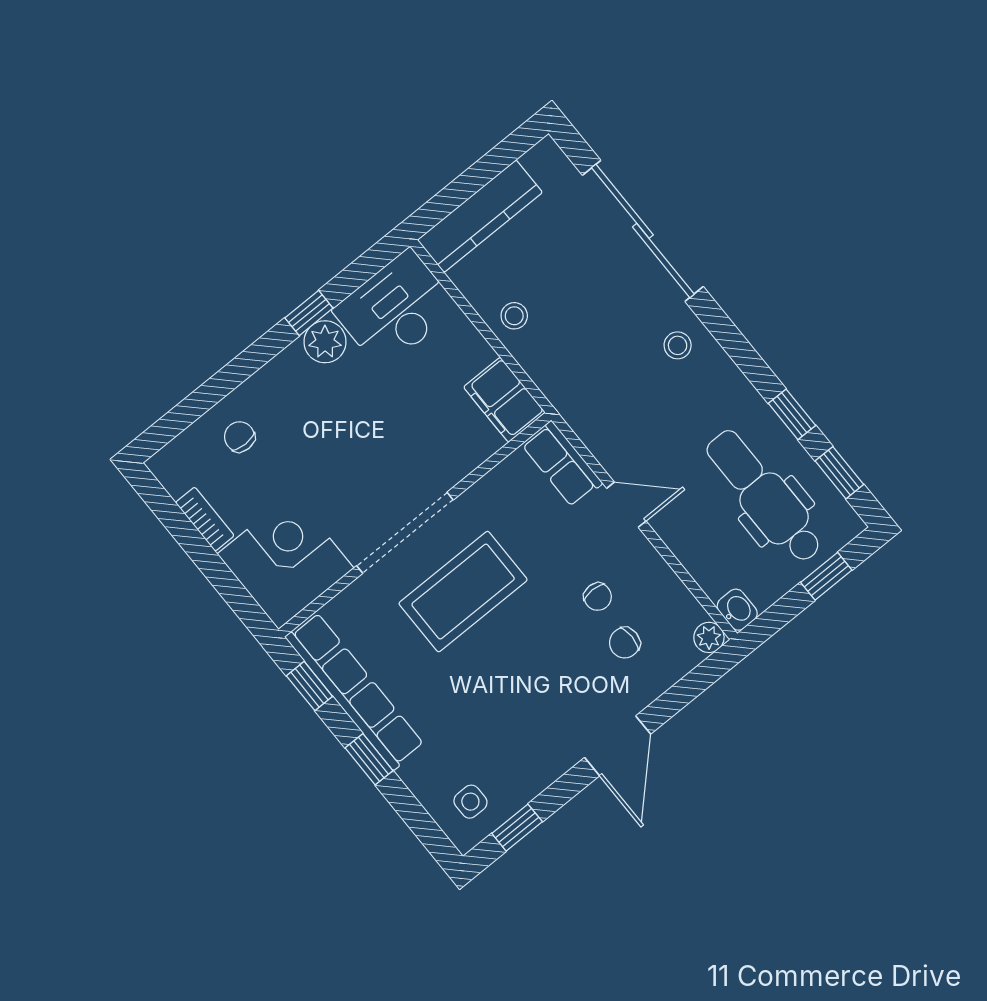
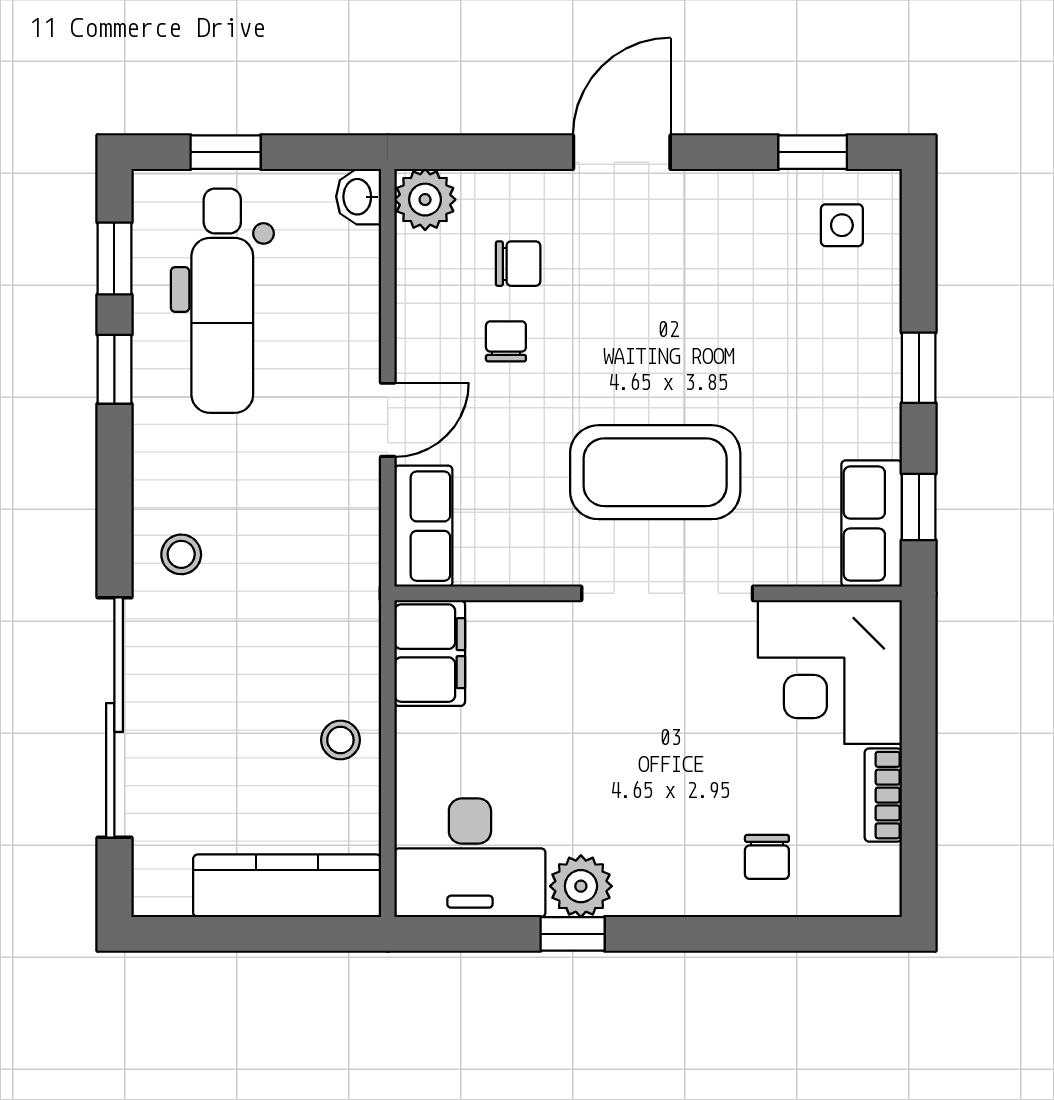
door: (626, 505) -> (388, 420), swing flipped
plant: (709, 637) -> (425, 200), width x1.38, depth x1.38
row of seats: (355, 691) -> (872, 523), width x0.50

